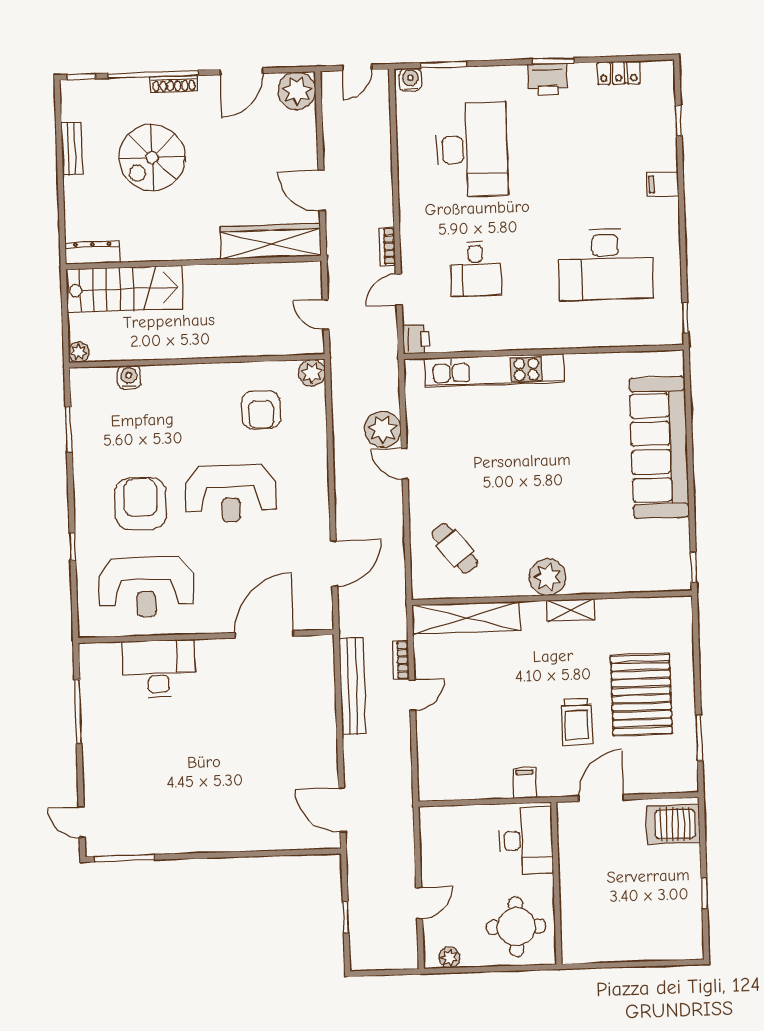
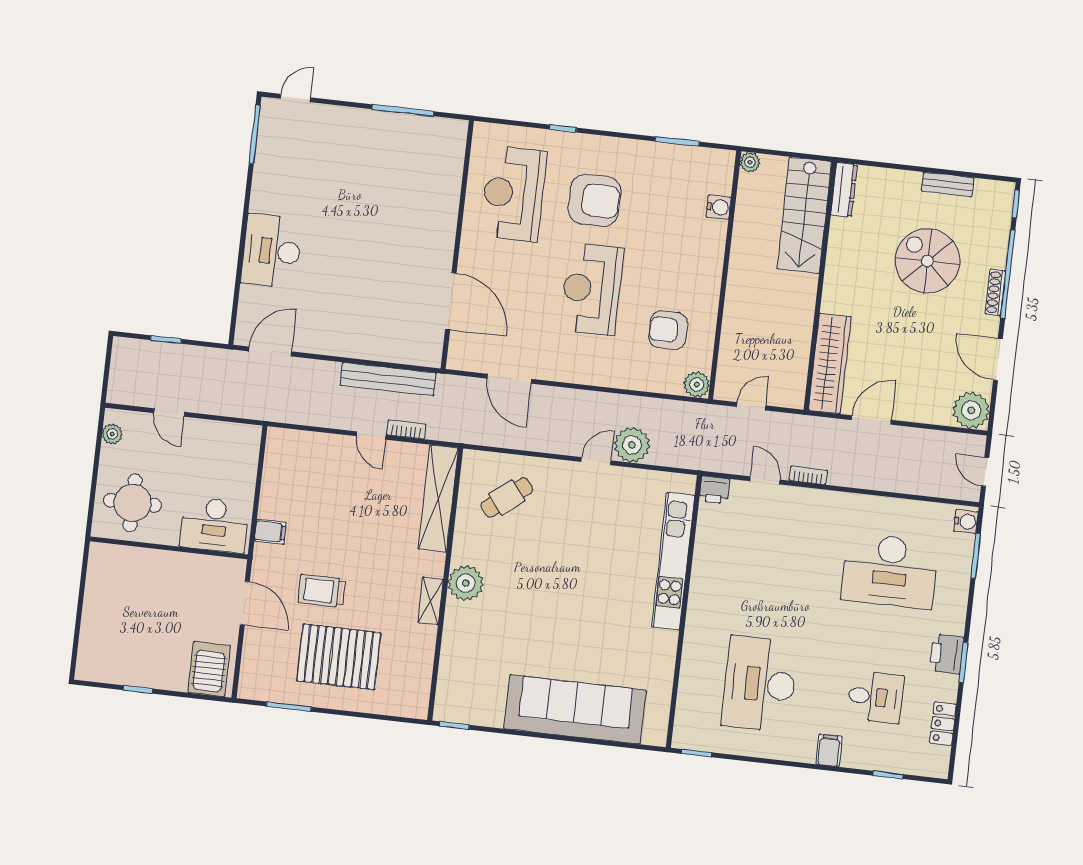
desk: (476, 268) -> (875, 697), moved, turned 180
desk: (158, 669) -> (272, 251), moved, turned 180

